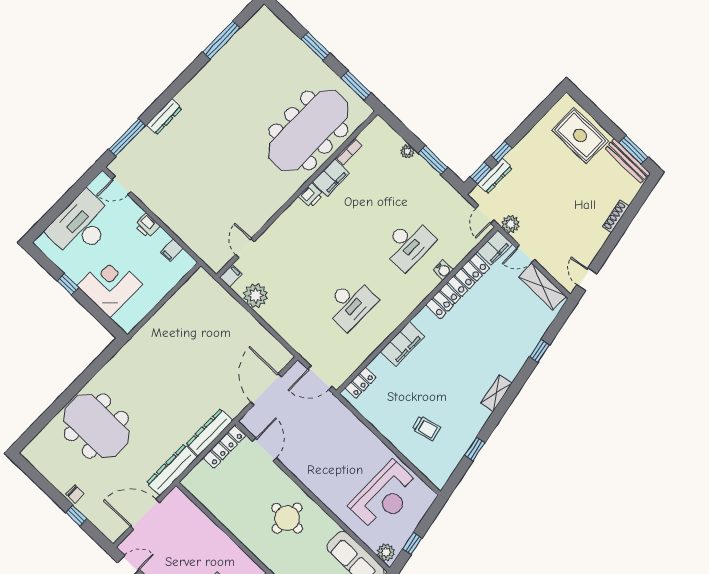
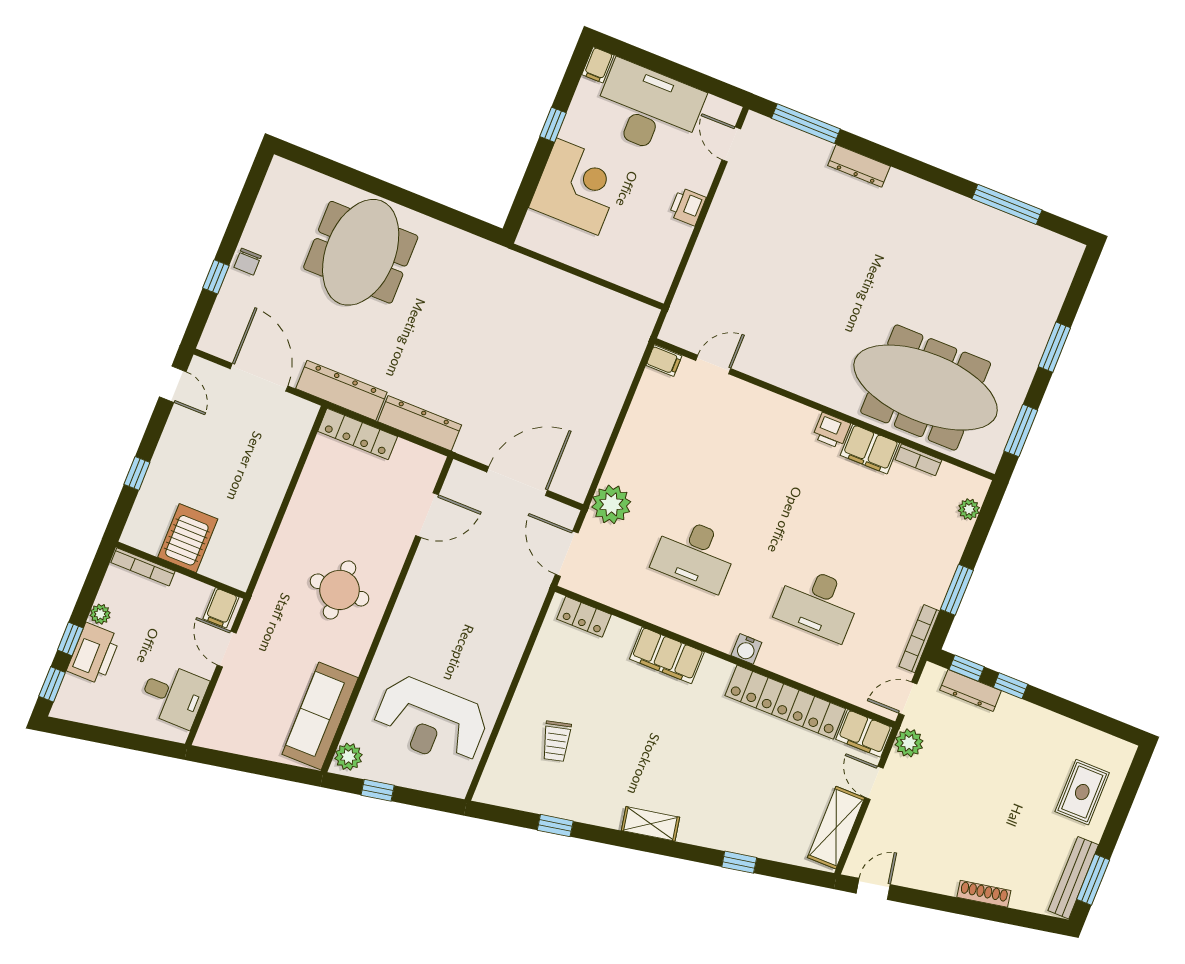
rug: (580, 135) -> (1082, 792), width x0.73, depth x0.70
plant: (407, 152) -> (969, 509), moved
bookcase: (453, 193) -> (919, 639), added
filing cabinet: (172, 250) -> (598, 65), moved, turned -90
water cooler: (443, 270) -> (746, 649), moved
plant: (256, 295) -> (611, 504), moved
locker: (224, 447) -> (358, 434), moved

